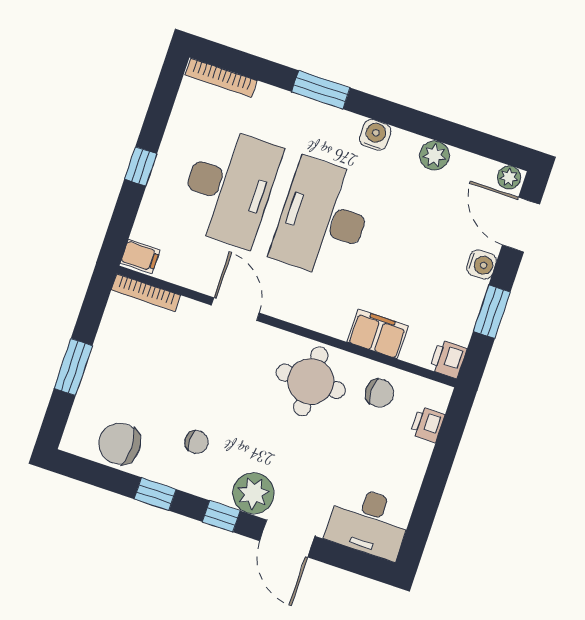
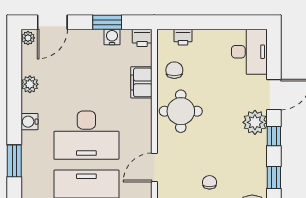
water cooler: (481, 265) -> (112, 37), moved
chair: (196, 442) -> (209, 182), moved

